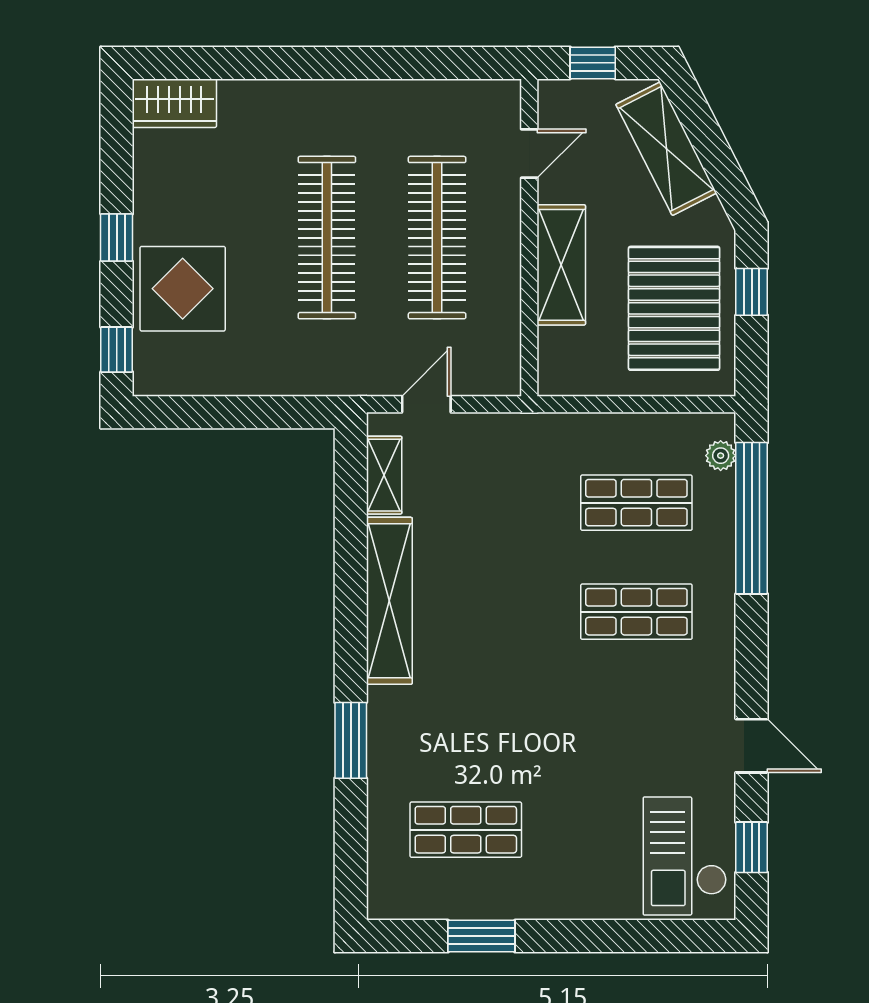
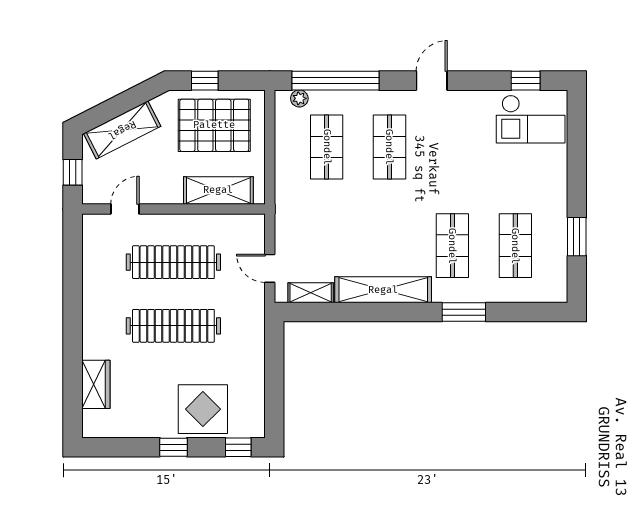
wardrobe: (174, 103) -> (96, 384), moved
door: (529, 154) -> (125, 209), hinge flipped
shelving: (561, 265) -> (218, 190), moved
shop shelf: (466, 721) -> (452, 246), added
door: (752, 746) -> (432, 81), moved

